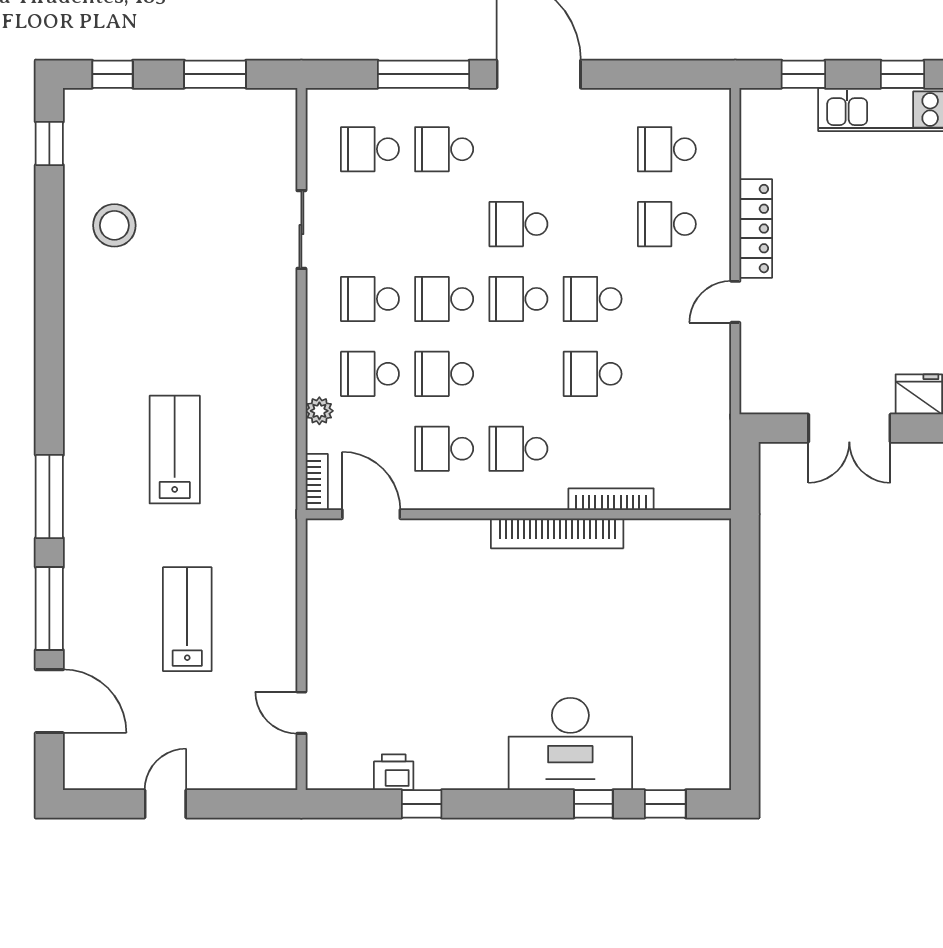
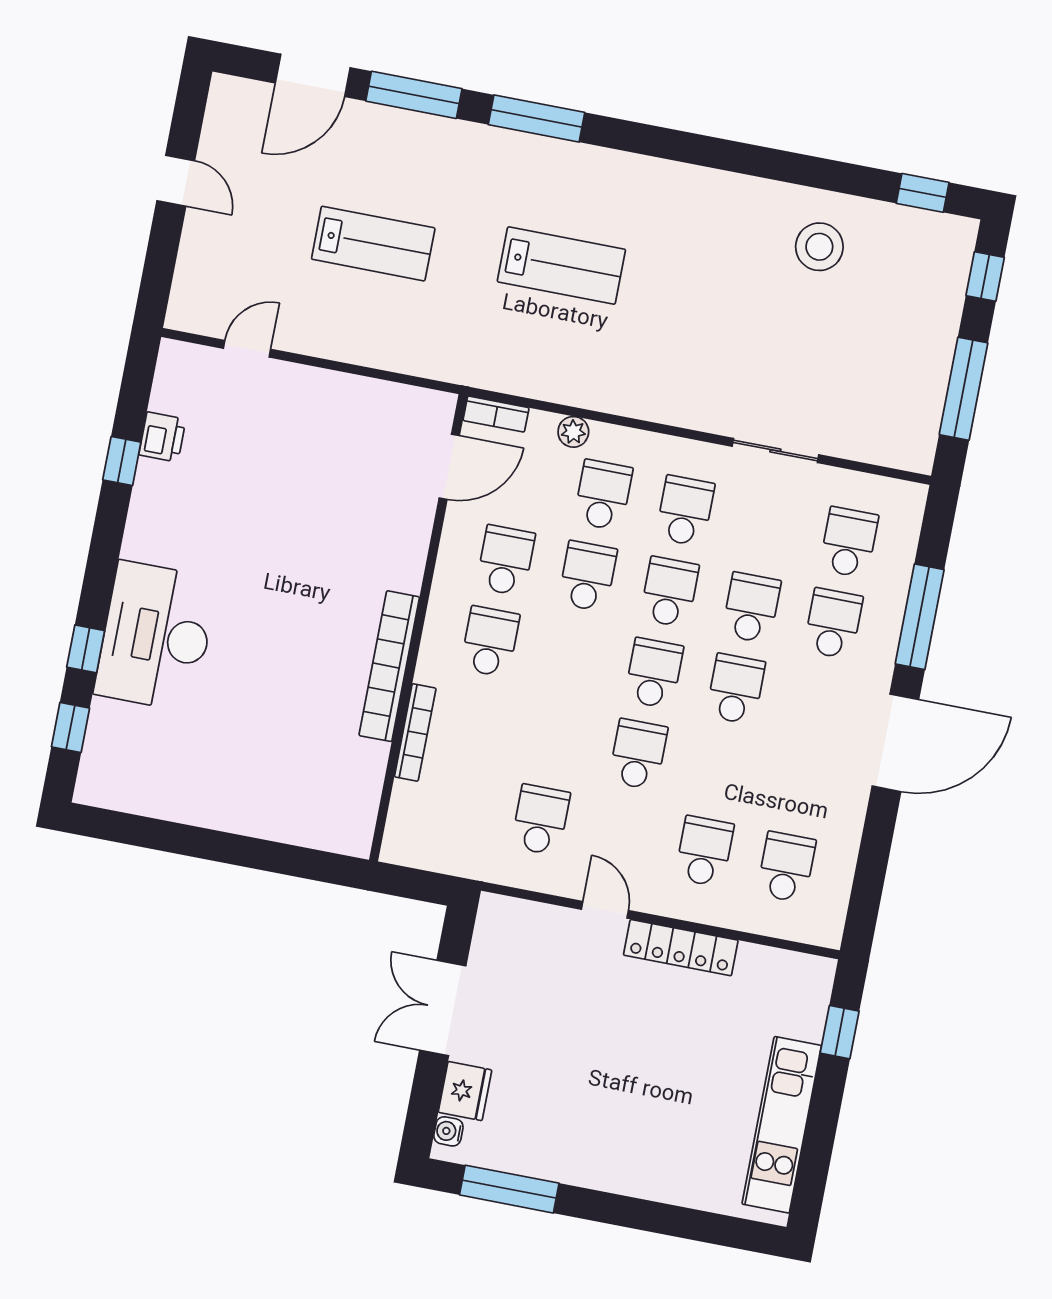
window: (215, 74) -> (964, 389), width x1.44
window: (902, 74) -> (819, 1141), removed
school desk: (444, 224) -> (751, 608), added
school desk: (593, 374) -> (541, 820), moved

